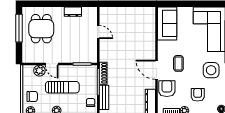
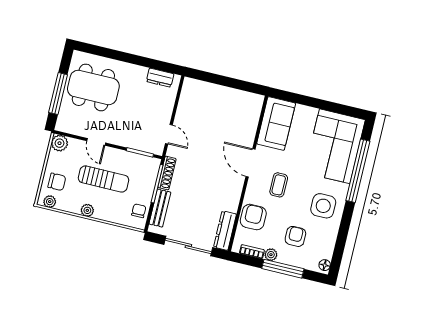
dresser: (73, 12) -> (160, 78), moved
window: (19, 28) -> (58, 94), moved
dining table: (41, 29) -> (93, 87), width x1.38
door: (98, 32) -> (169, 134), moved
door: (156, 70) -> (250, 163), moved
plant: (39, 71) -> (60, 143), moved

